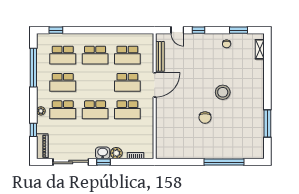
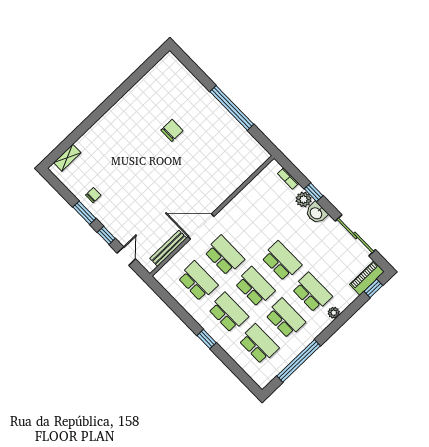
window: (56, 30) -> (207, 339), moved
window: (238, 30) -> (84, 213), moved
stool: (223, 92) -> (144, 153), removed
school desk: (127, 110) -> (255, 287), moved
chair: (205, 118) -> (172, 130), moved
window: (267, 124) -> (132, 80), removed
window: (33, 130) -> (373, 288), moved
window: (104, 162) -> (314, 192), moved
window: (224, 162) -> (232, 108), moved

